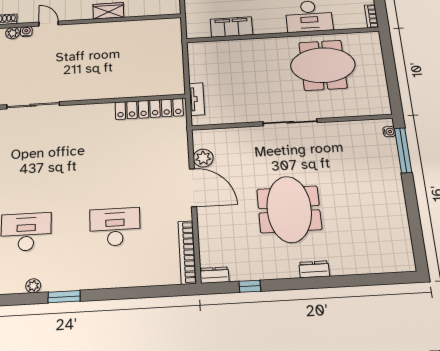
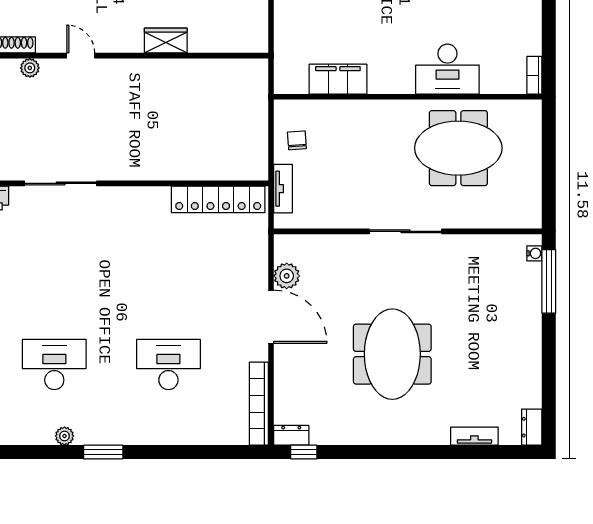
water cooler: (26, 31) -> (49, 67), removed
chair: (205, 67) -> (297, 140), added
tv unit: (361, 267) -> (474, 436), added
dresser: (314, 269) -> (532, 427), moved, turned -90
window: (250, 286) -> (304, 452), moved

